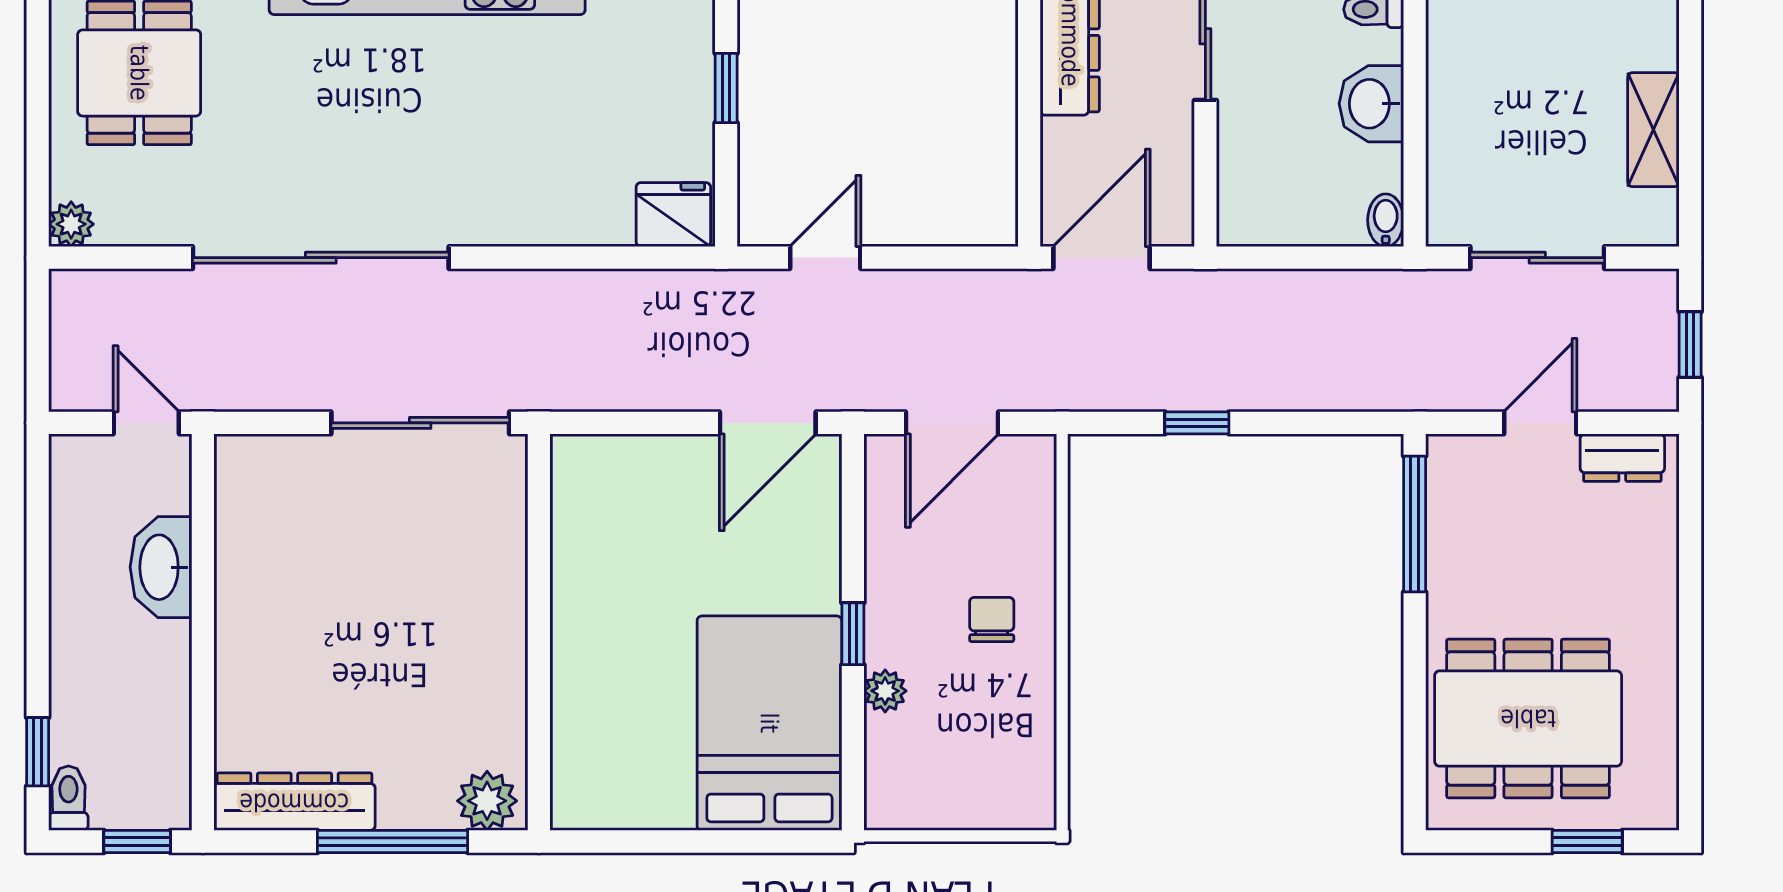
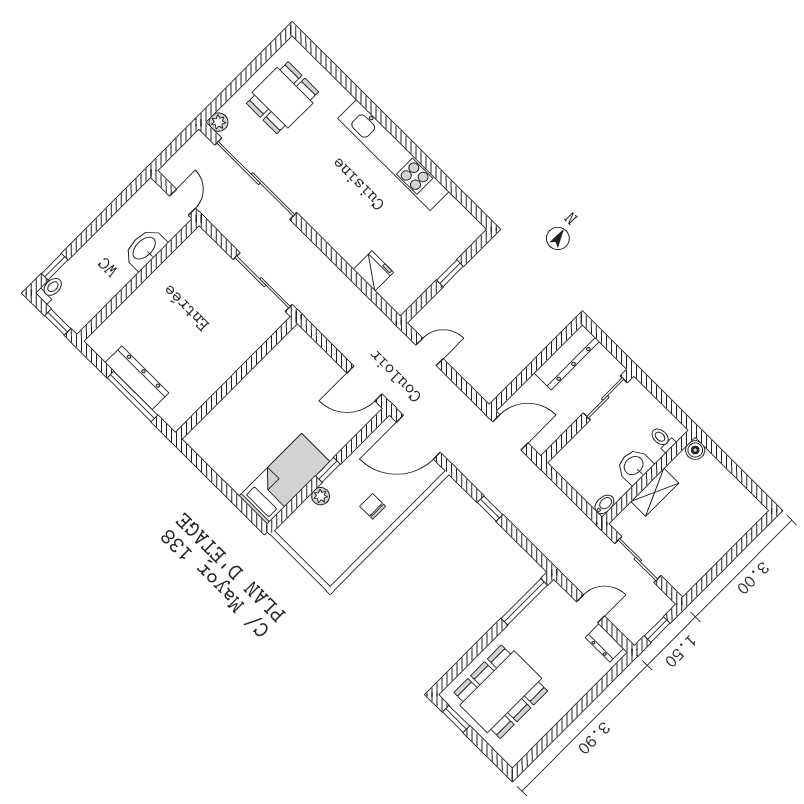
shelving: (1653, 130) -> (655, 492), moved
fridge: (673, 215) -> (373, 271), moved
sliding door: (321, 258) -> (256, 179), moved
door: (952, 423) -> (418, 437), width x1.36
chair: (992, 619) -> (373, 506), turned -90
dining table: (1528, 718) -> (501, 692), turned 90
bed: (769, 723) -> (284, 479), width x0.67
plant: (487, 801) -> (172, 412), removed
dresser: (294, 802) -> (137, 378), moved
window: (1587, 841) -> (456, 719), moved

